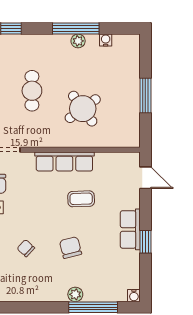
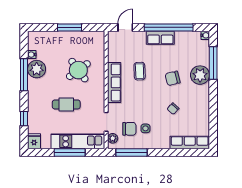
plant: (78, 41) -> (37, 69), width x1.88, depth x1.88
window: (145, 242) -> (169, 27), width x3.17
plant: (75, 294) -> (200, 75), width x1.87, depth x1.87

